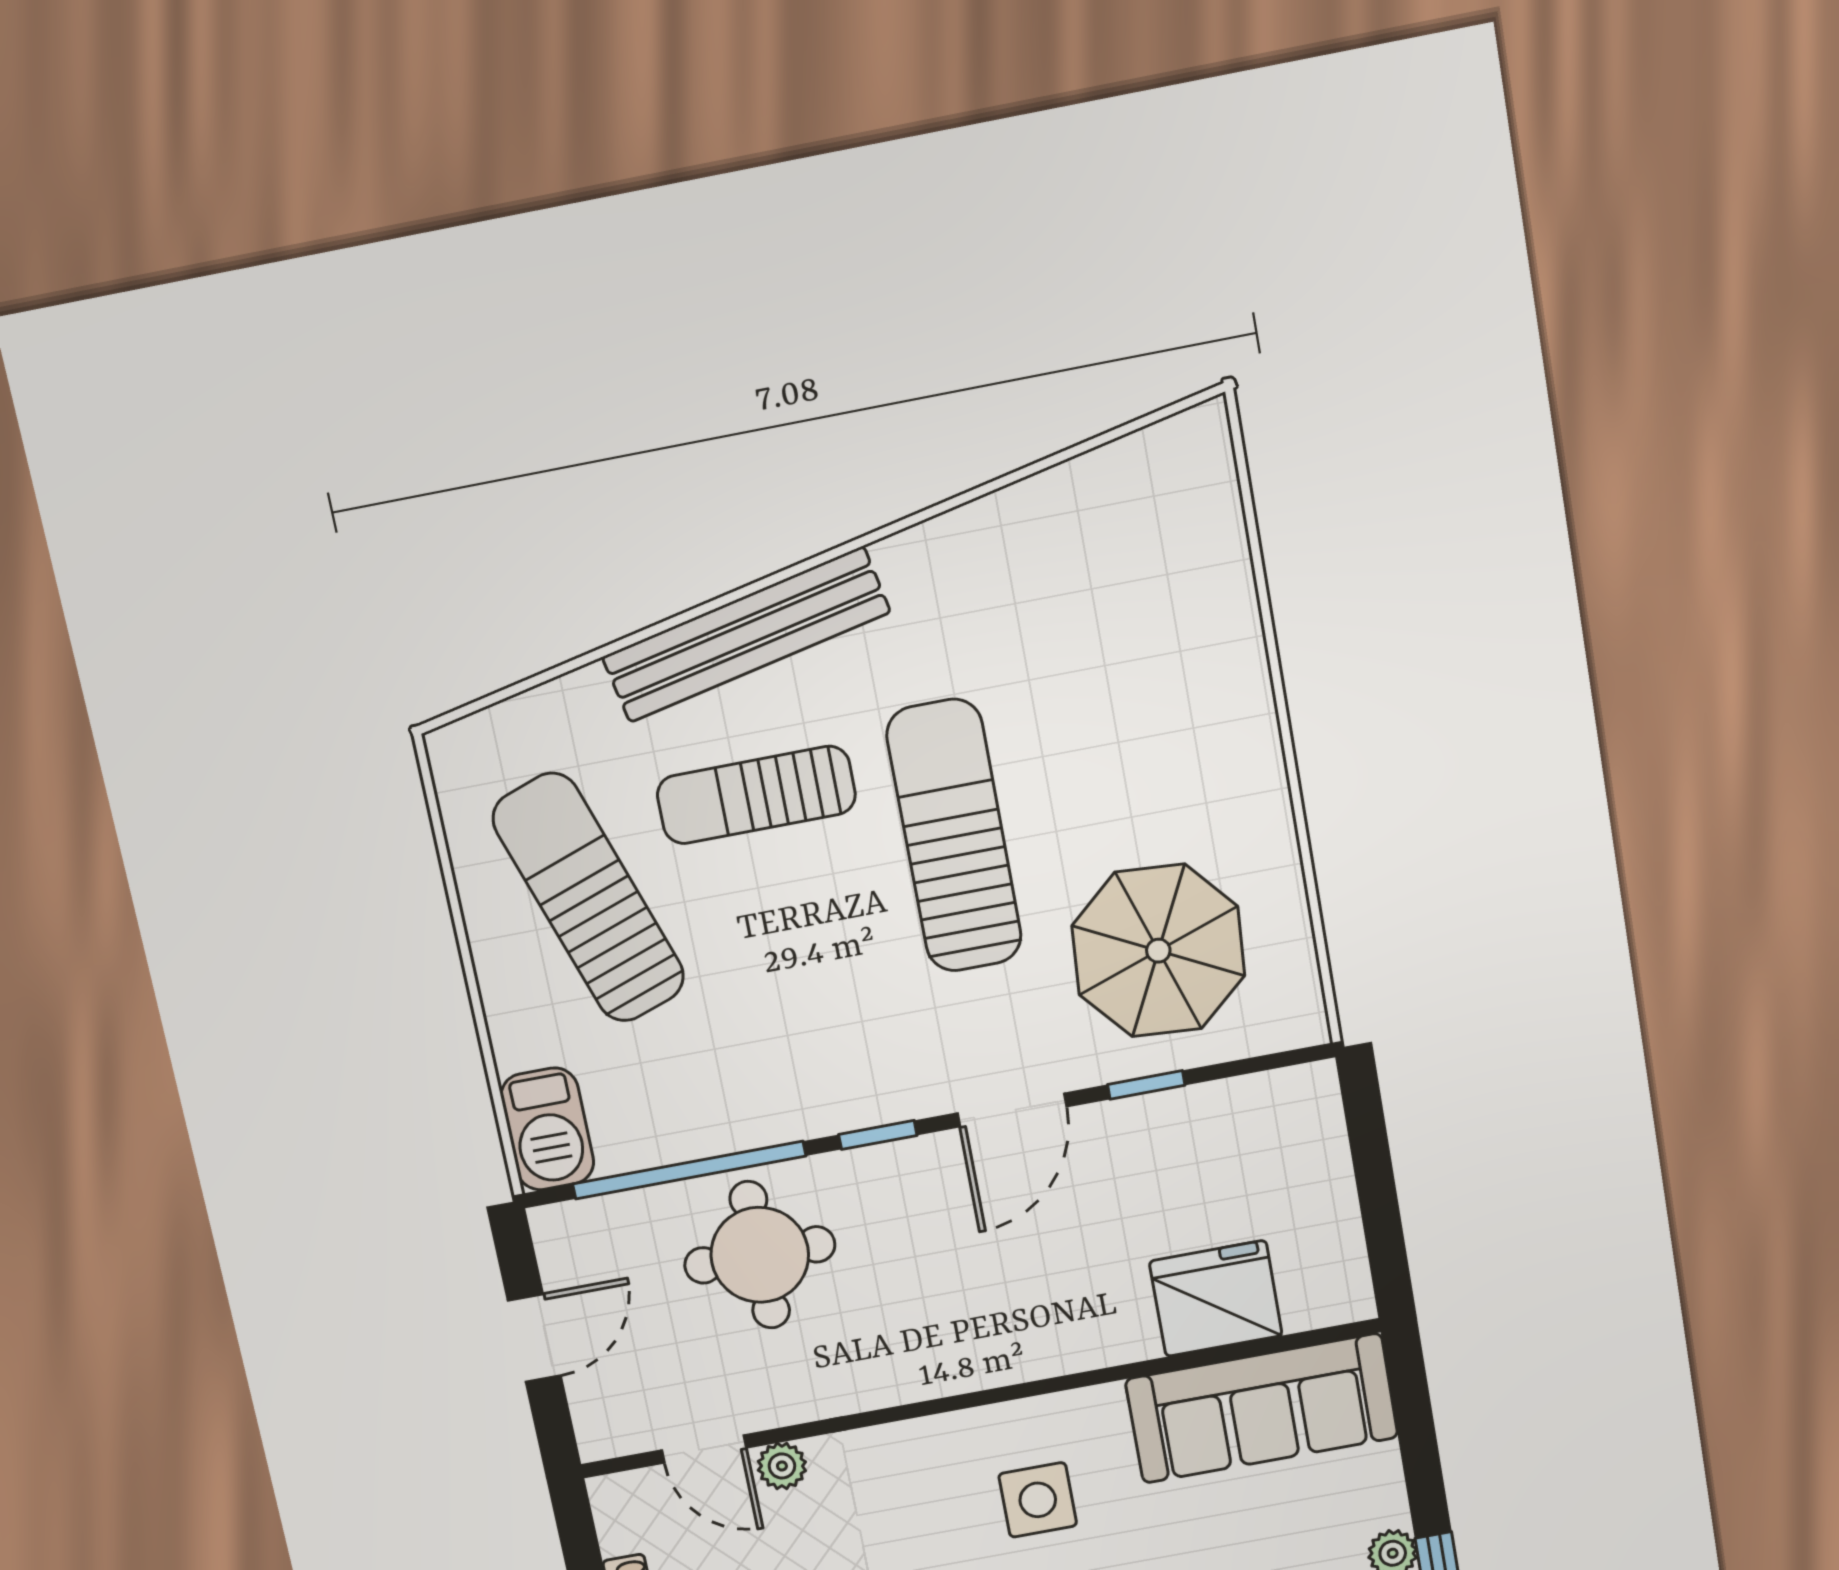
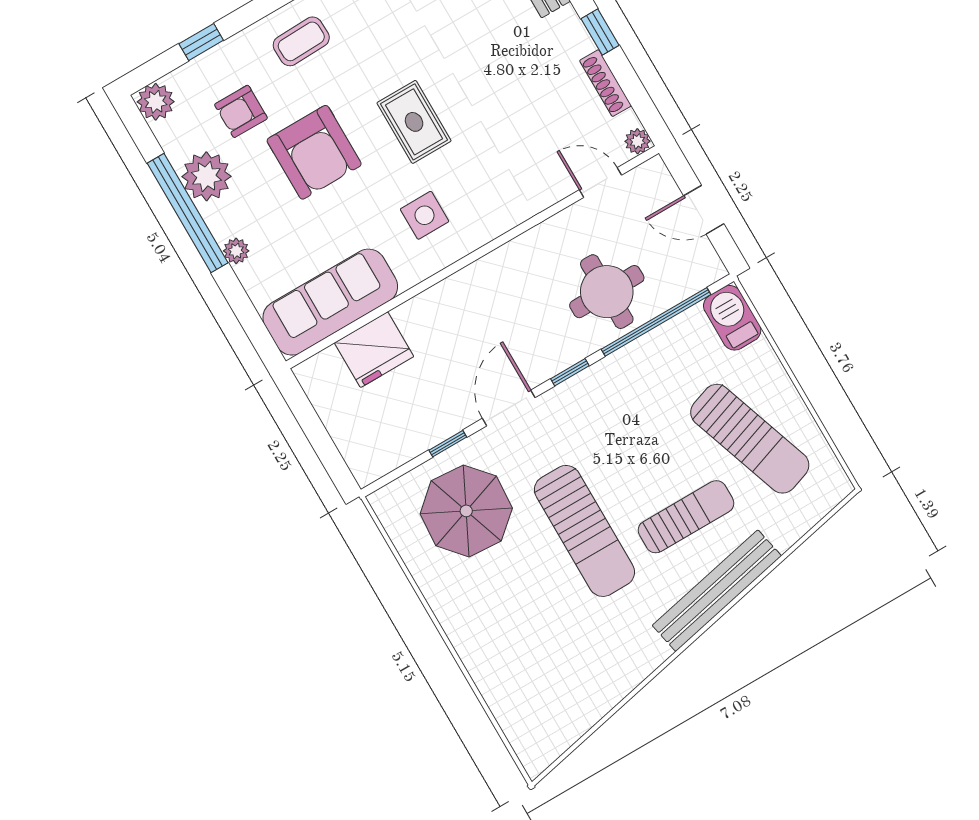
door: (534, 1338) -> (704, 210), hinge flipped
plant: (782, 1466) -> (637, 141), moved

